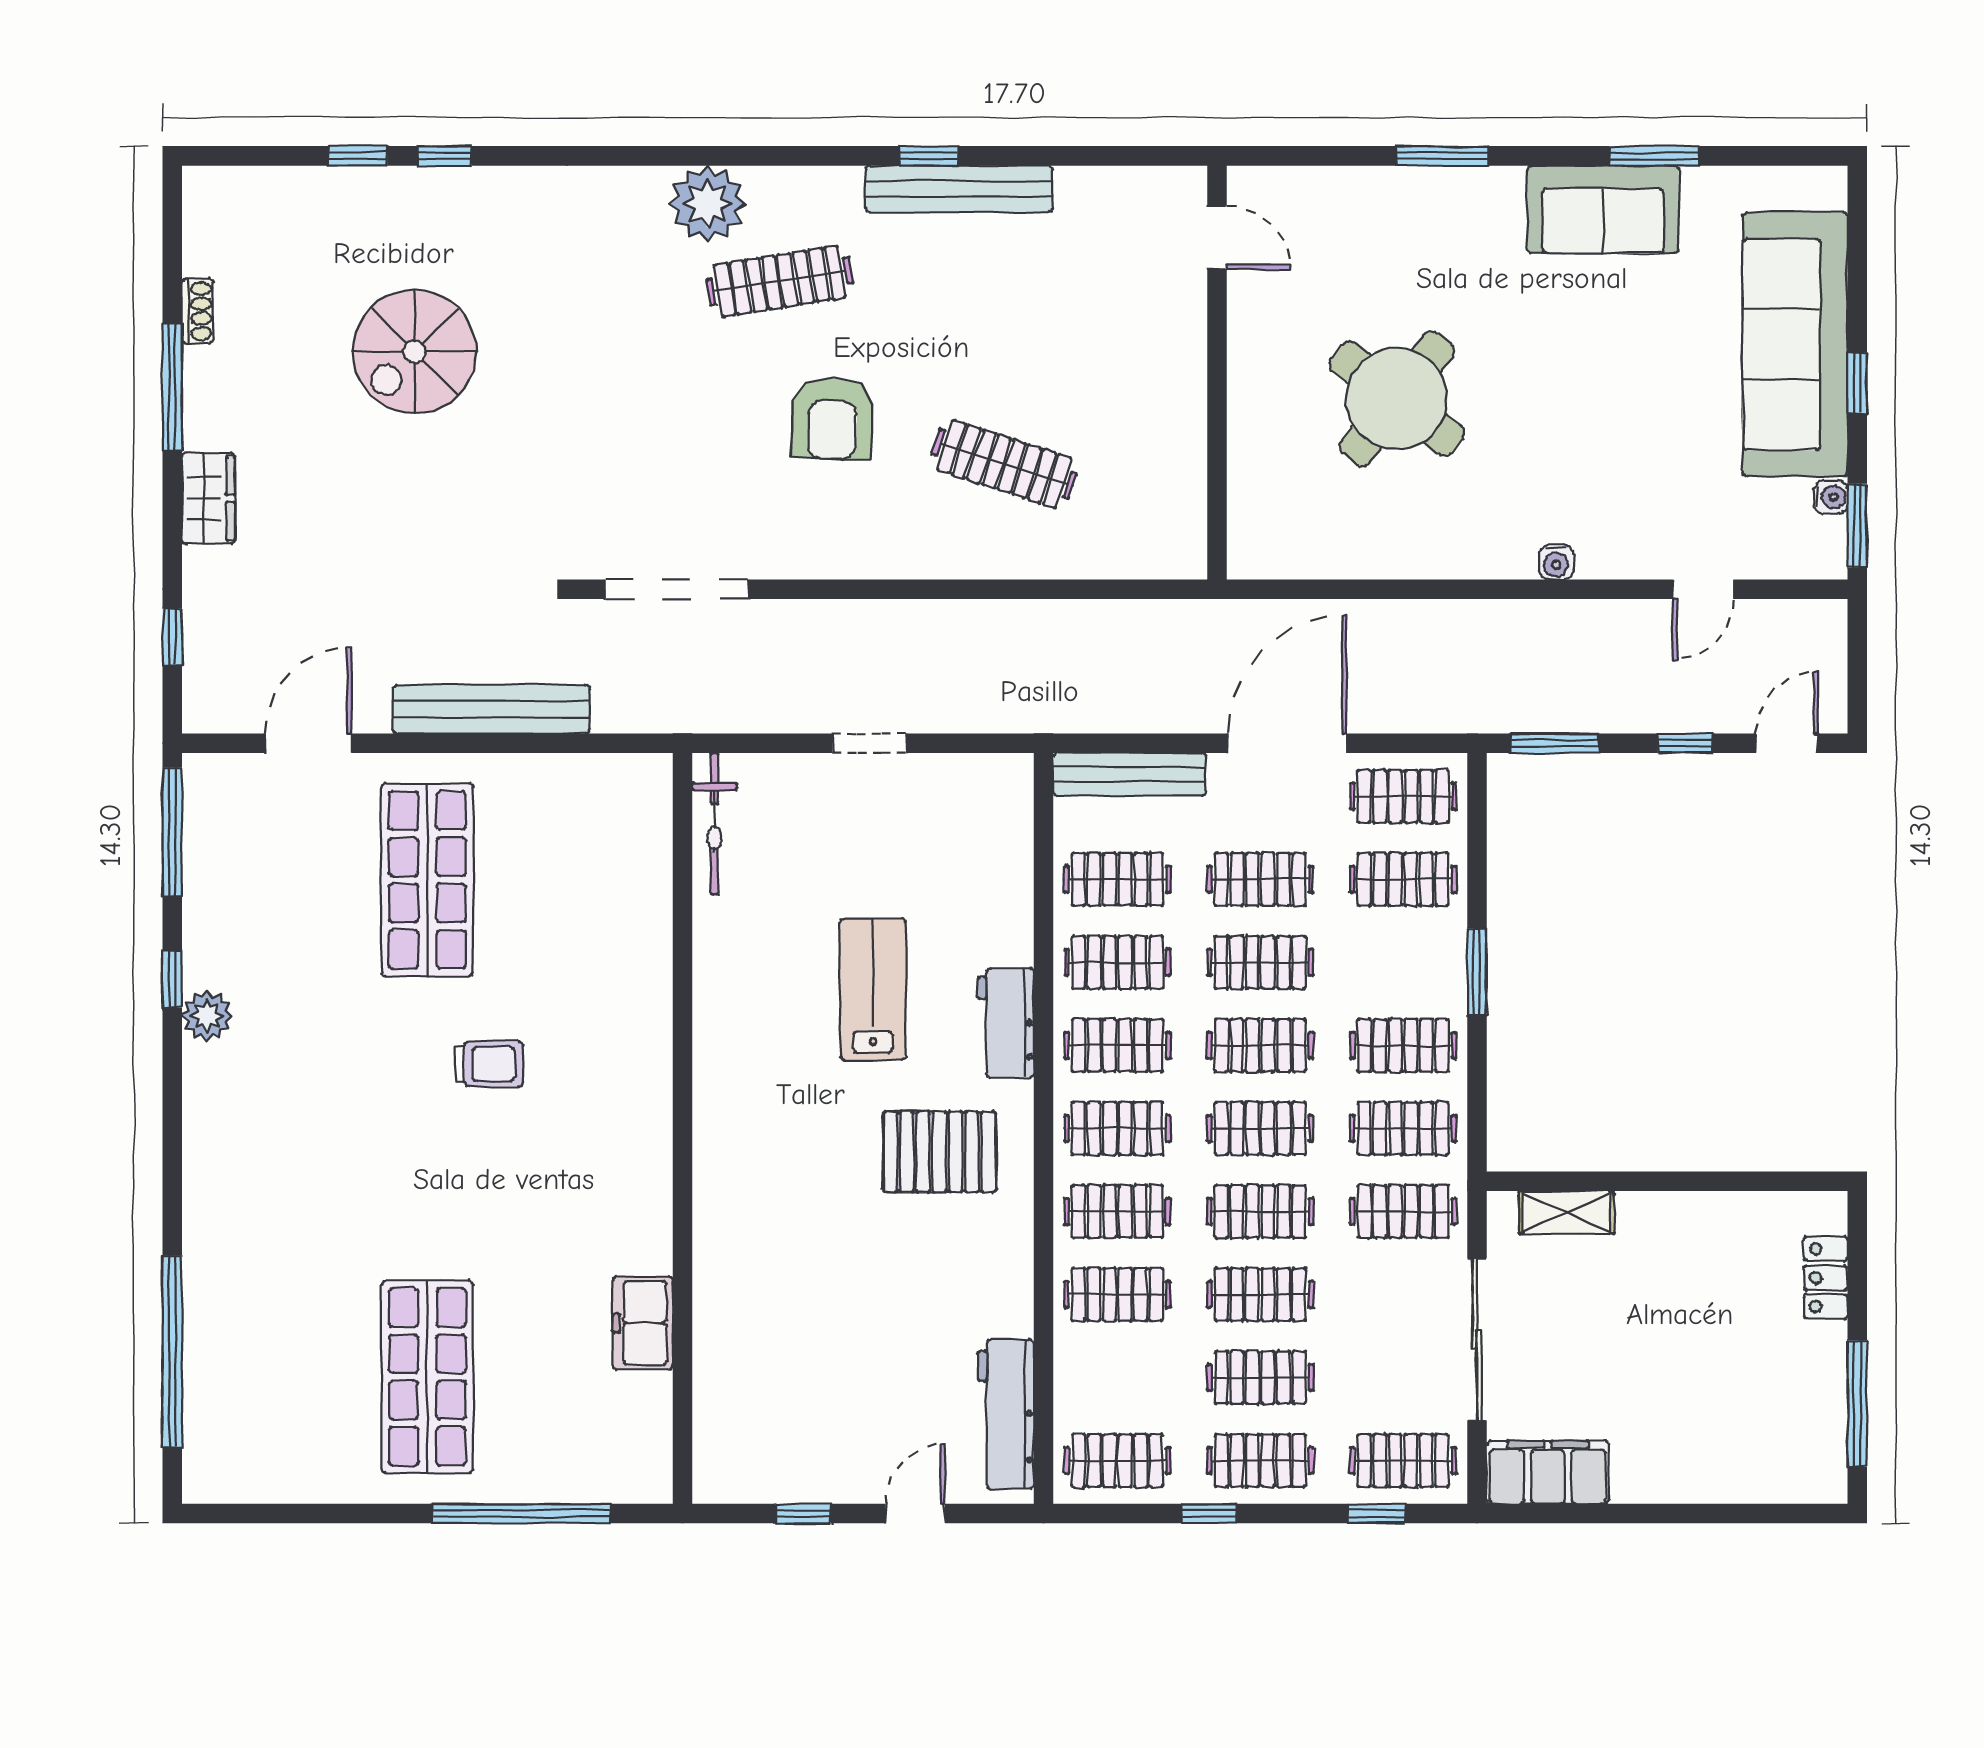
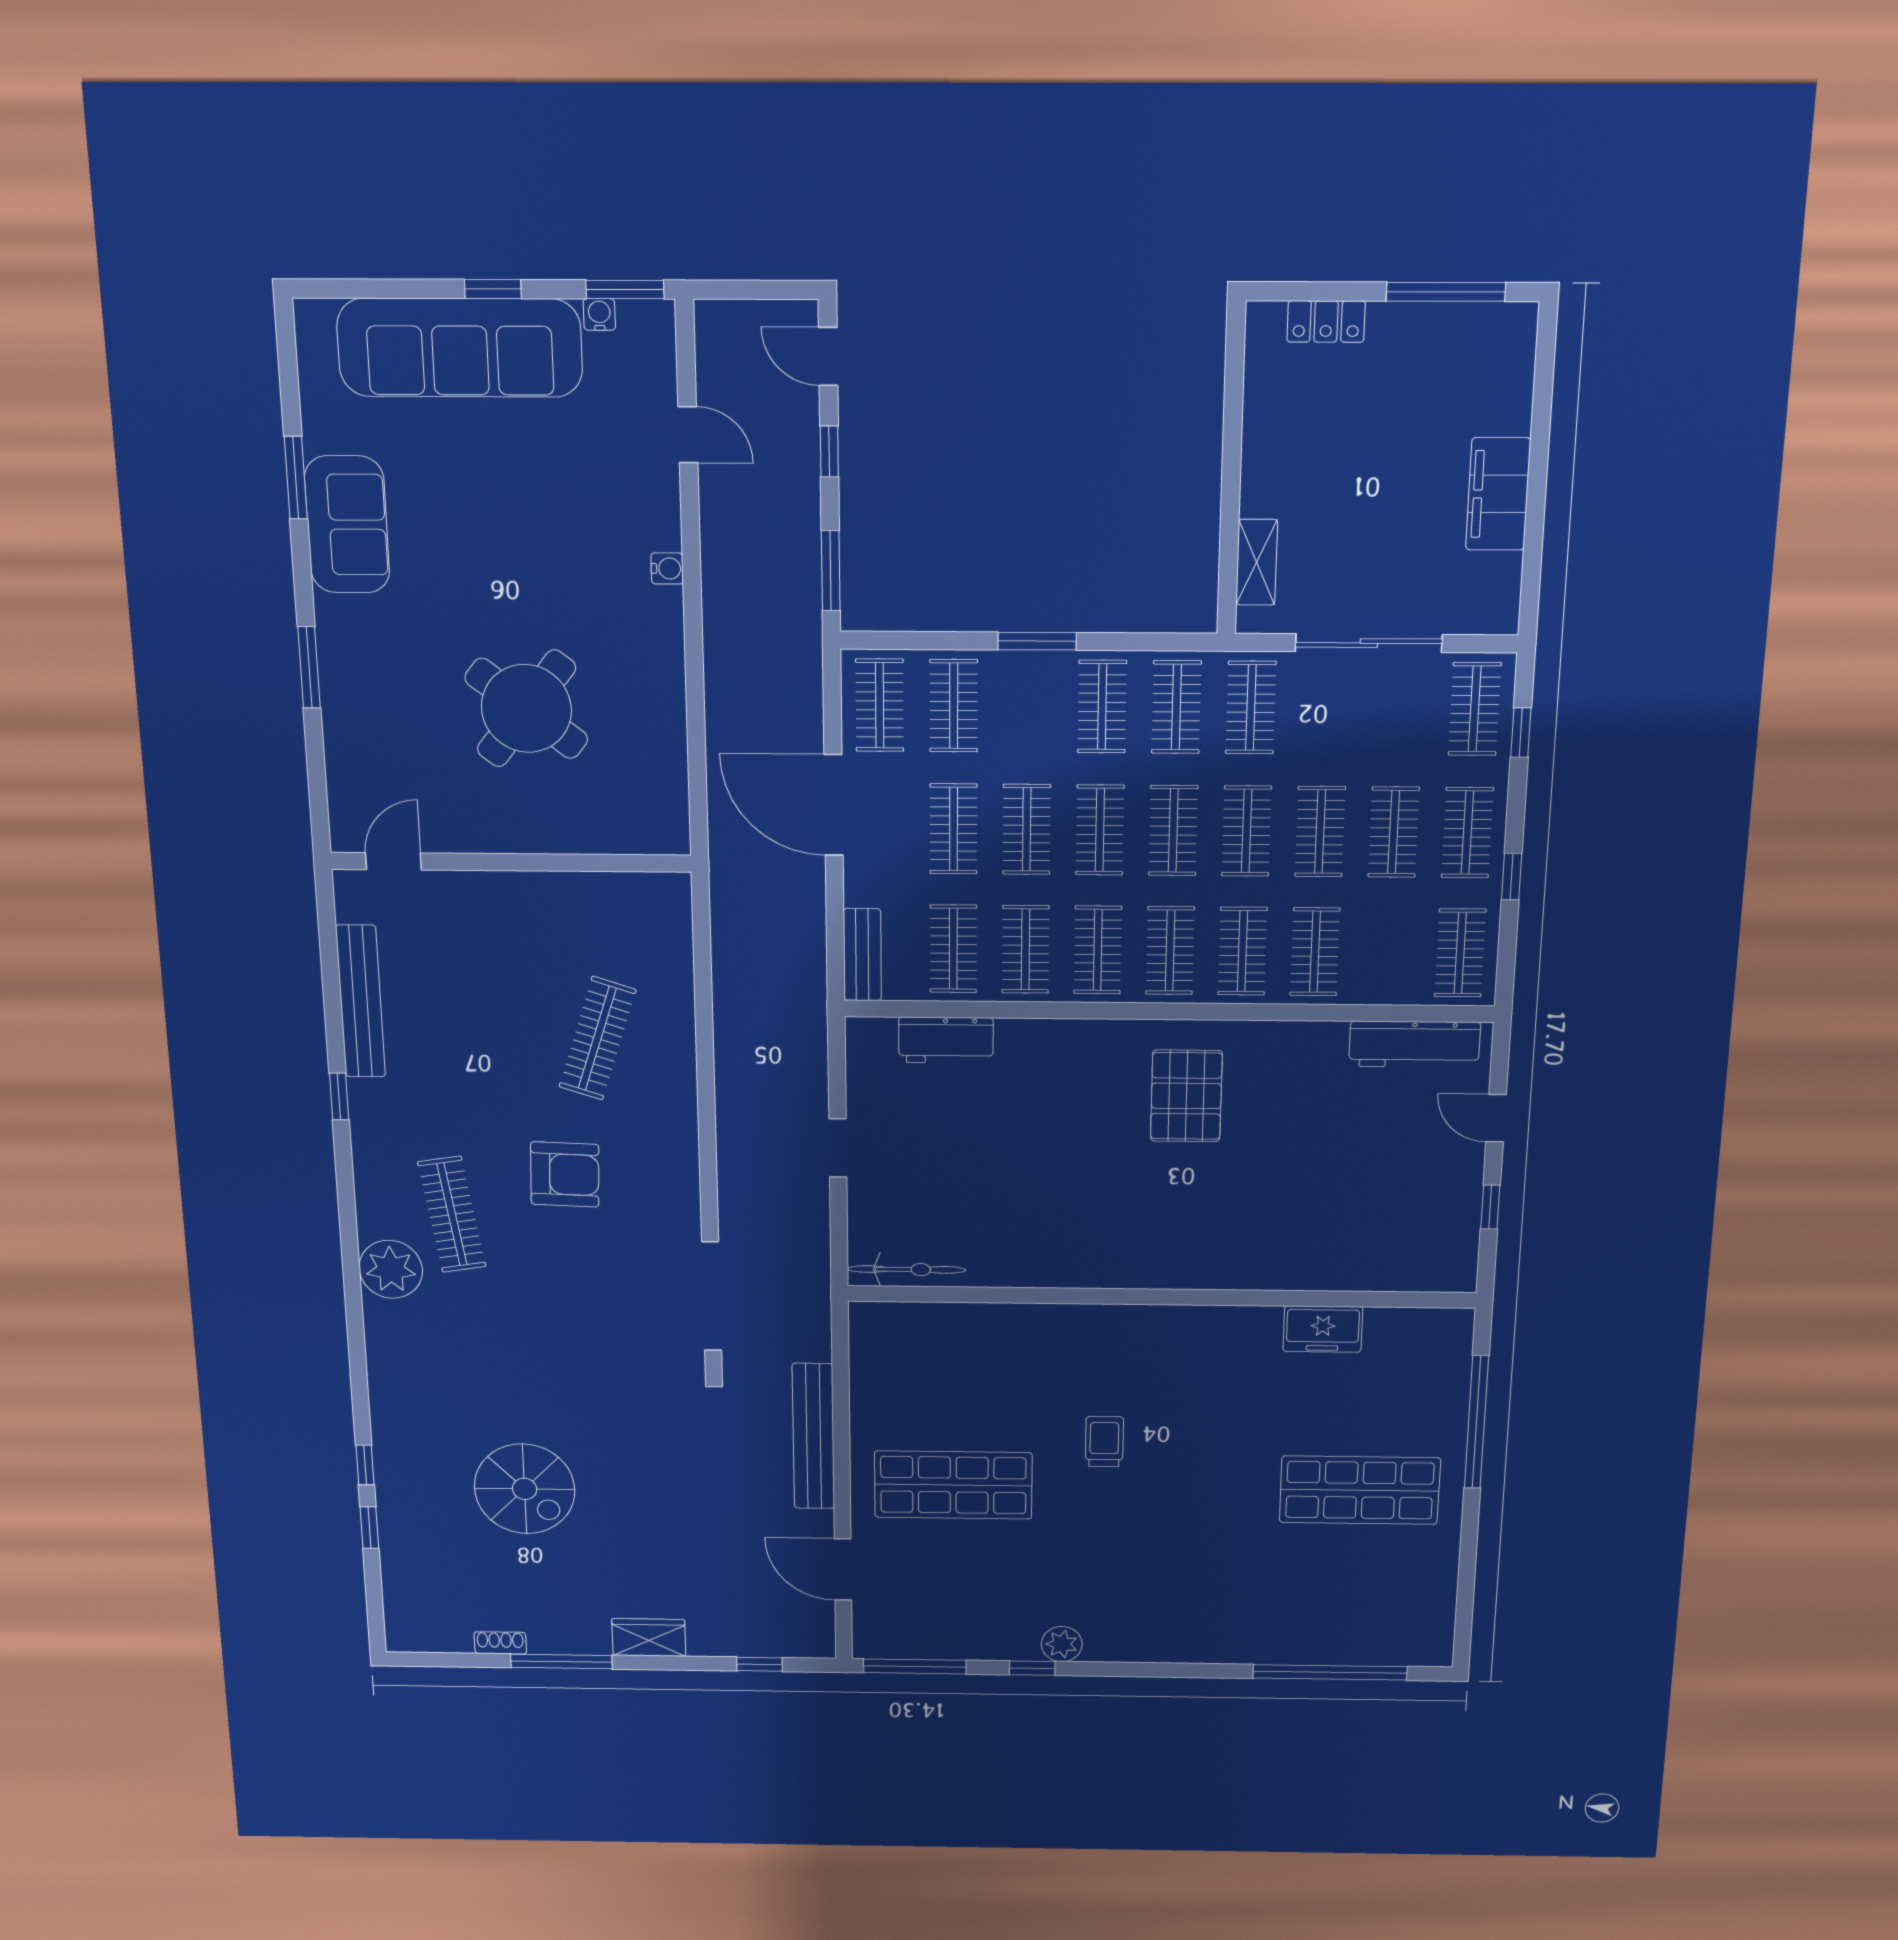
bench: (959, 189) -> (361, 1001), moved
bench: (1130, 774) -> (862, 955), width x0.73
lab bench: (873, 989) -> (1047, 1147), removed
workbench: (1006, 1023) -> (946, 1040), moved
filing cabinet: (1548, 1472) -> (1498, 494), moved

